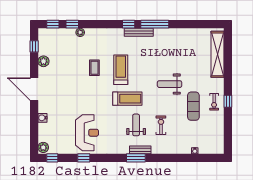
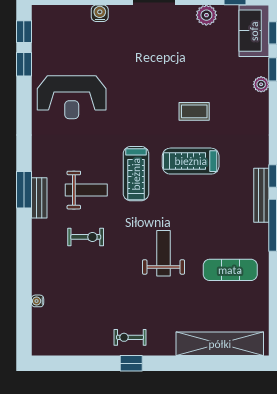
sofa: (52, 36) -> (254, 31), added
treadmill: (121, 70) -> (191, 161), turned 180
exercise mat: (193, 106) -> (230, 270), moved
plant: (43, 147) -> (44, 15), removed
window: (84, 158) -> (24, 64), moved

